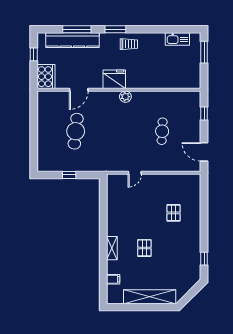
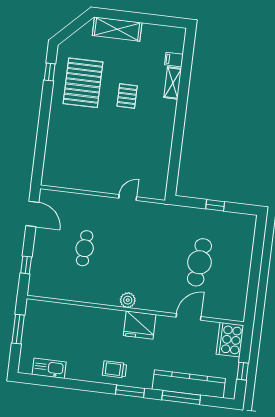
window: (204, 52) -> (18, 329), moved
pallet: (174, 213) -> (83, 83), moved, width x2.05, depth x2.00
shelving: (112, 248) -> (173, 83), moved
shelving: (150, 297) -> (117, 29), width x0.68

